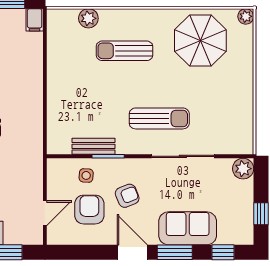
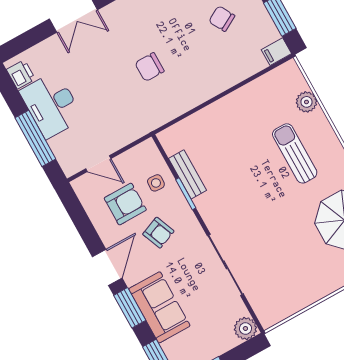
sun lounger: (159, 118) -> (249, 222), removed

